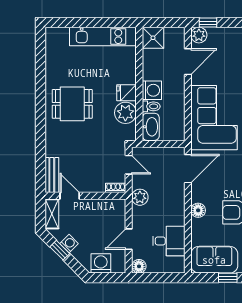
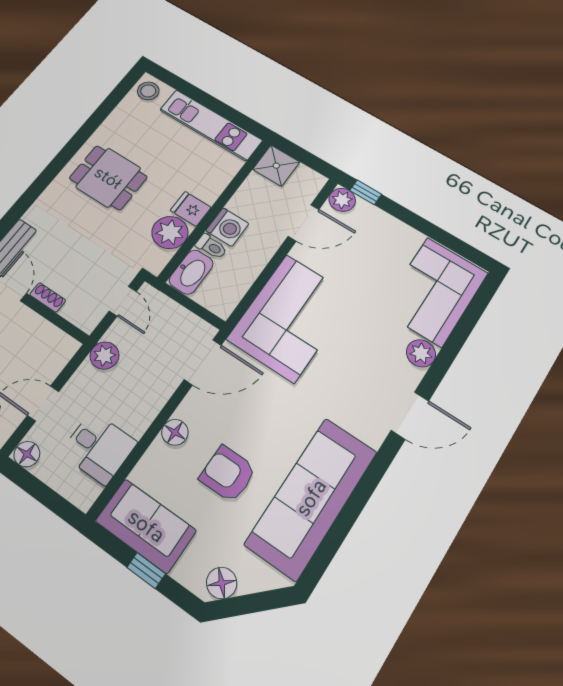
stool: (55, 38) -> (148, 91), added
shoe rack: (116, 188) -> (48, 297), moved

